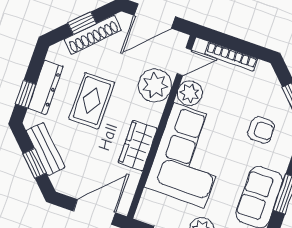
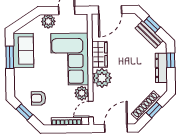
plant: (155, 85) -> (102, 78), moved
rug: (92, 101) -> (133, 70), removed
armchair: (261, 130) -> (38, 98), moved

